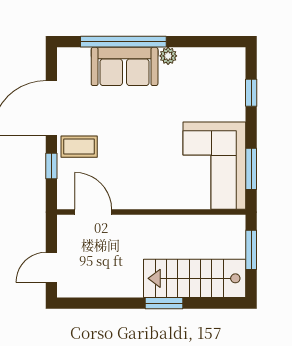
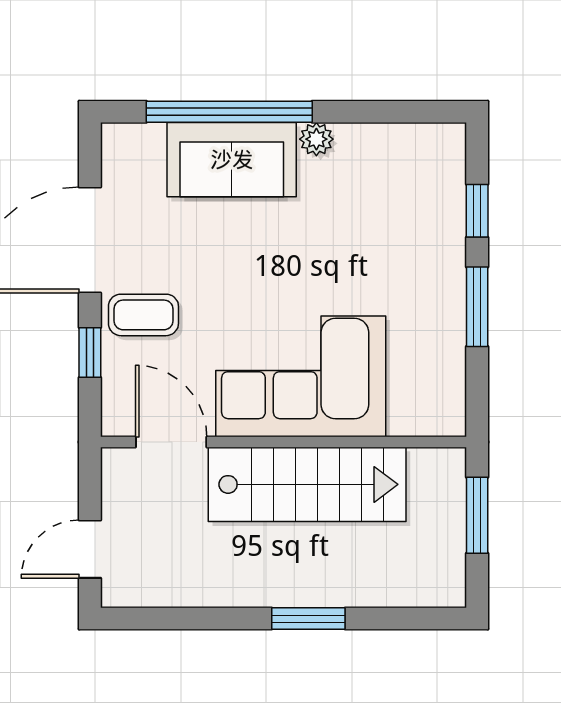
corner sofa: (214, 166) -> (301, 376), moved, turned 90
window: (251, 169) -> (477, 307), moved
stairs: (195, 278) -> (307, 484), moved, turned 180

